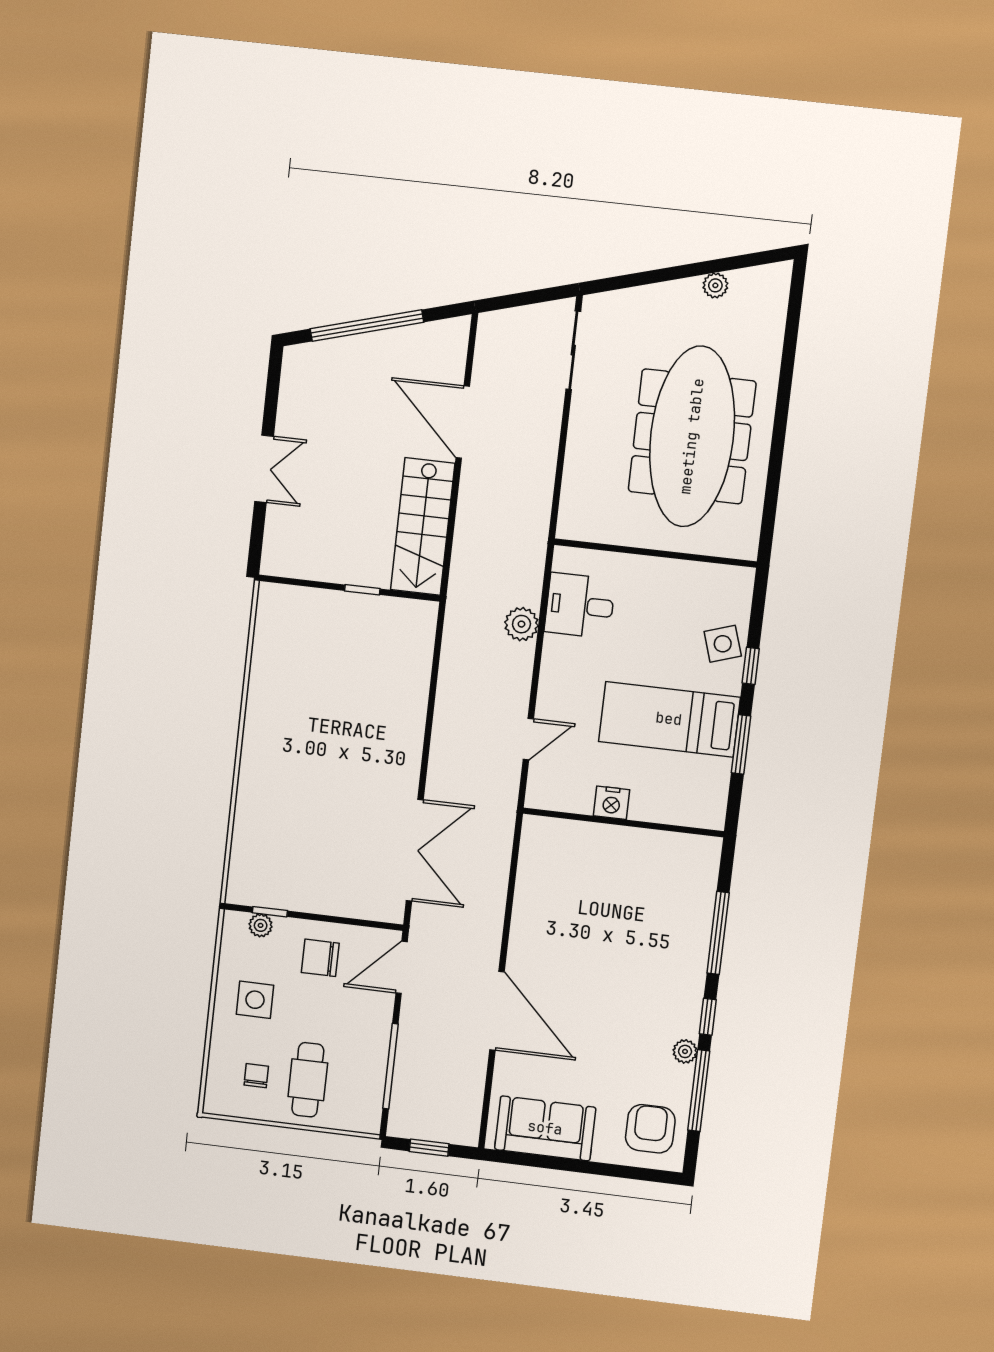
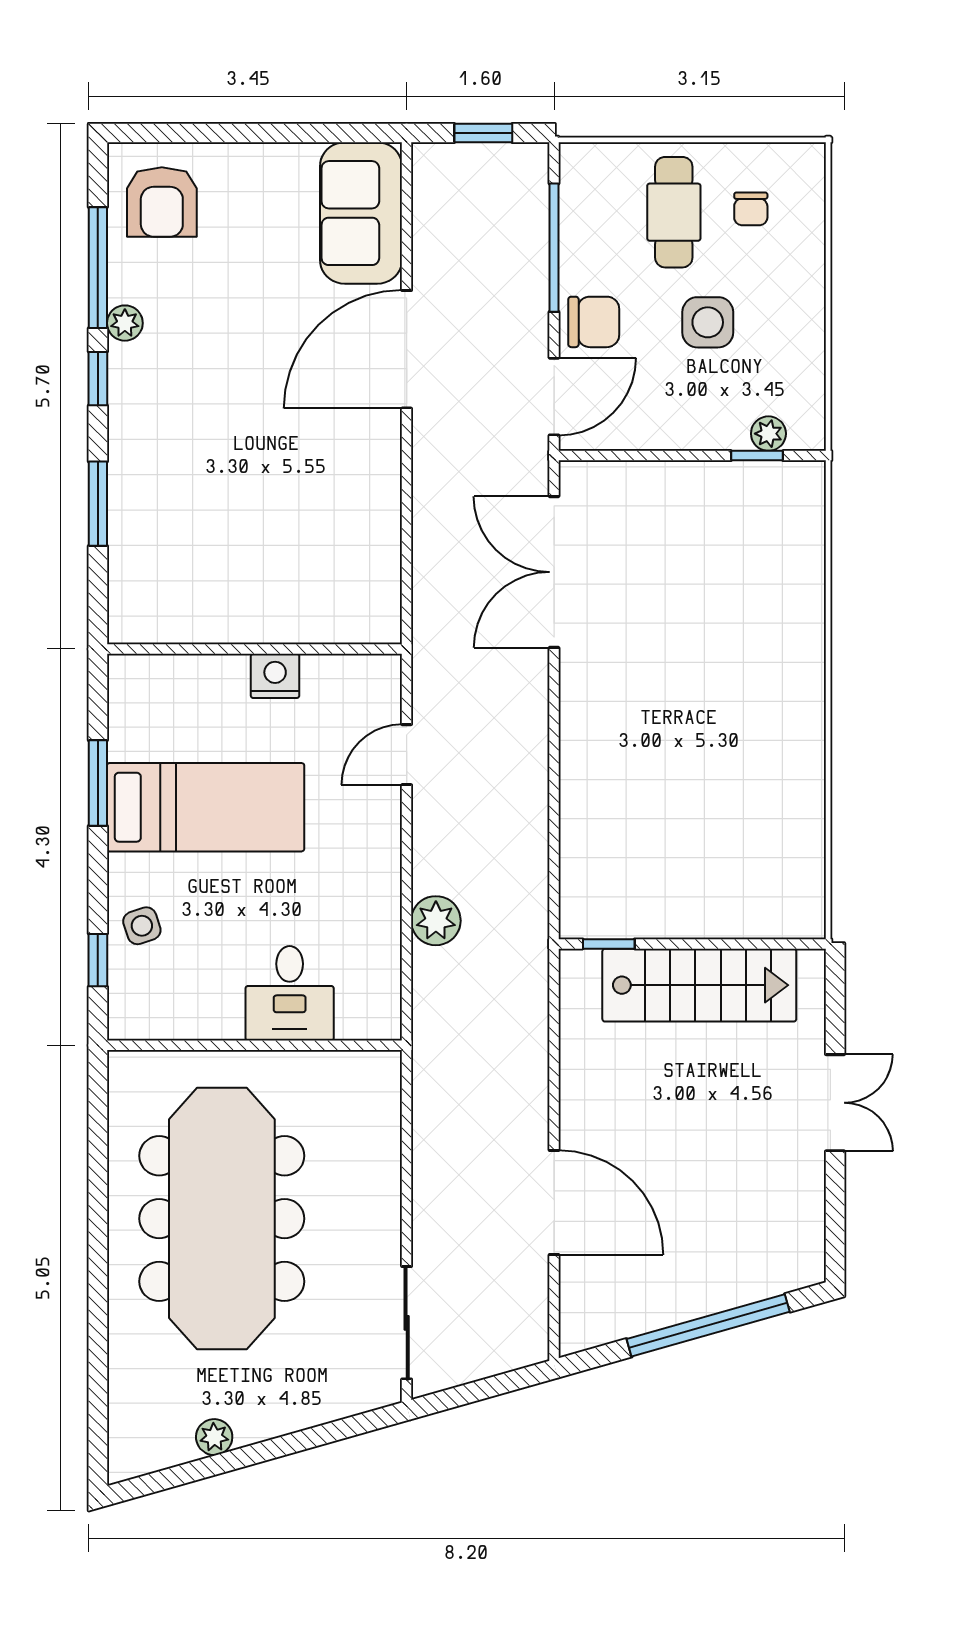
double door: (264, 469) -> (835, 1103), swing flipped
stairs: (423, 527) -> (699, 985), moved, turned 90
window: (362, 590) -> (609, 944), moved
desk: (580, 605) -> (290, 993), moved, turned 90
side table: (723, 644) -> (142, 926), width x0.73, depth x0.73
window: (751, 666) -> (98, 960), moved
window: (718, 933) -> (98, 504), width x0.69
chair: (320, 958) -> (594, 322), moved
side table: (255, 1000) -> (708, 322), moved
door: (497, 1011) -> (407, 349), hinge flipped
sofa: (545, 1128) -> (361, 213), moved, turned 90

